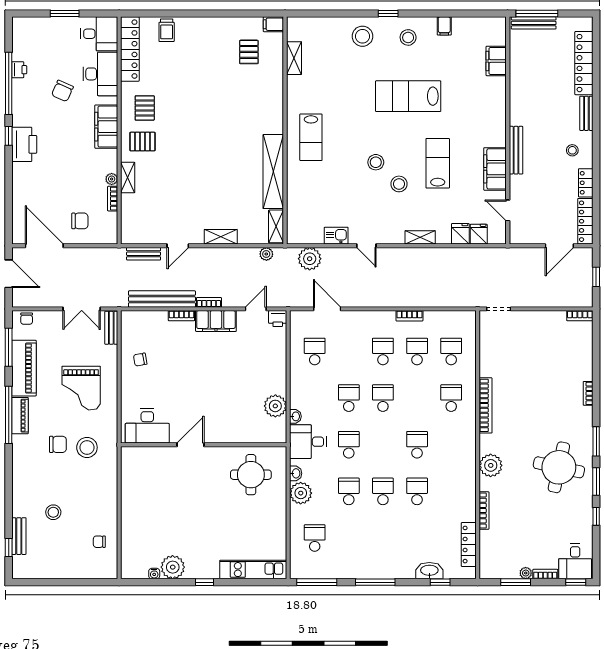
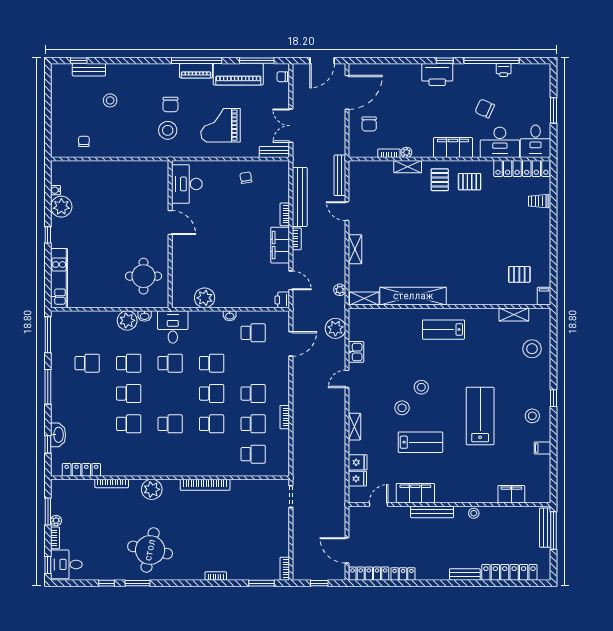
stool: (362, 36) -> (532, 349), moved
stool: (572, 150) -> (474, 513), moved
bench: (144, 254) -> (340, 175), width x1.36
school desk: (451, 398) -> (212, 424), moved
washbasin: (295, 416) -> (230, 316), moved
window: (596, 441) -> (261, 583), moved
school desk: (315, 538) -> (87, 363), moved

